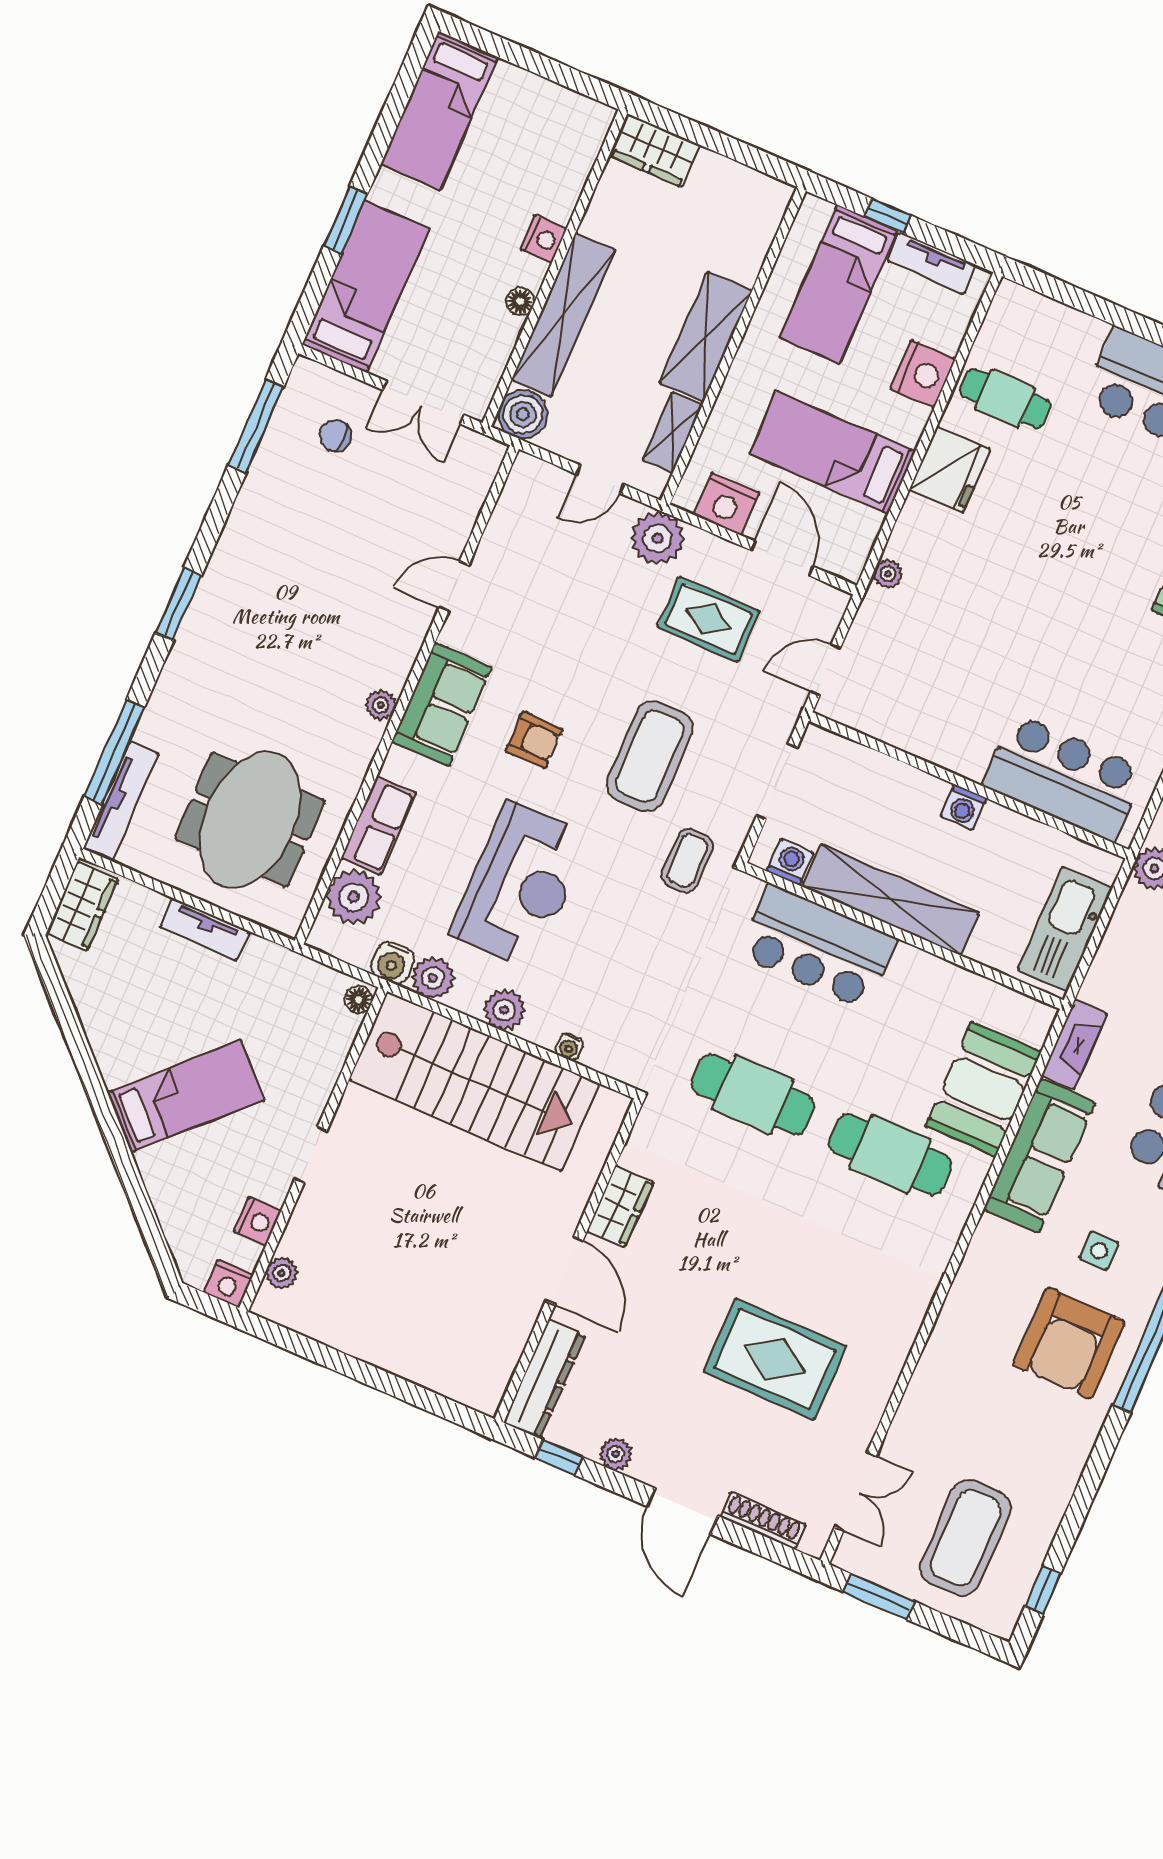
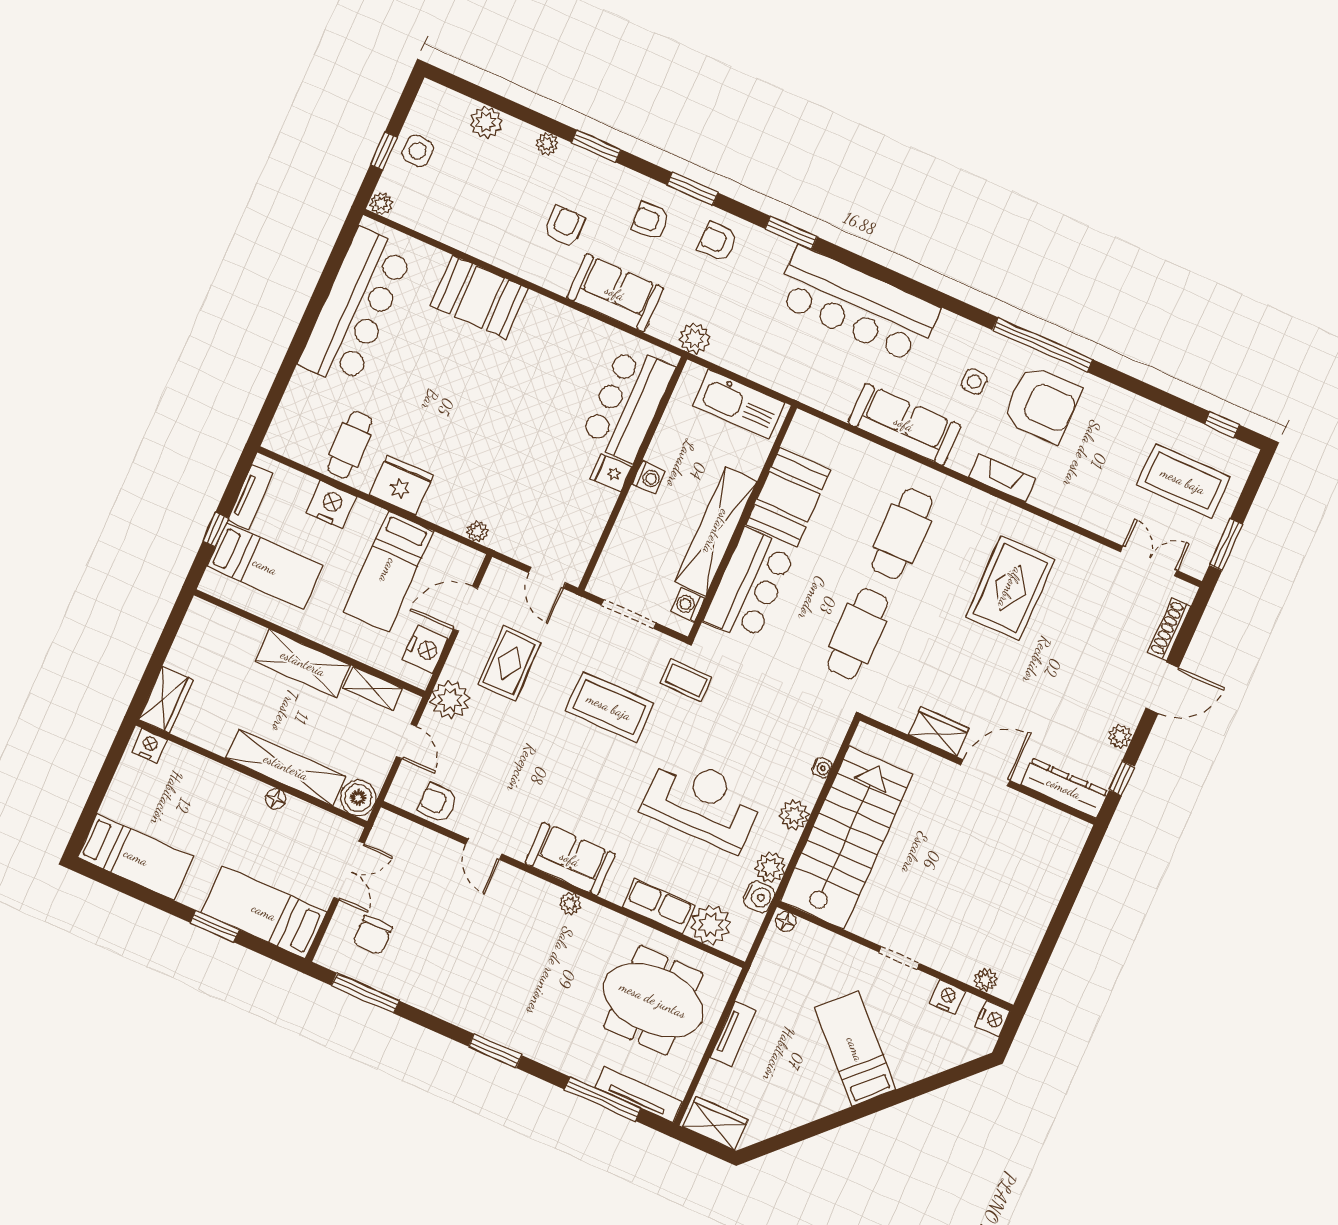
nightstand: (544, 239) -> (150, 746), moved
chair: (335, 436) -> (373, 935), width x1.37, depth x1.37
armchair: (534, 740) -> (438, 802), moved, turned -90
fridge: (970, 756) -> (611, 473), added
fireplace: (1074, 1044) -> (1002, 478), moved
booth: (983, 1089) -> (788, 497), moved, turned 90
rug: (775, 1359) -> (1010, 588), moved

